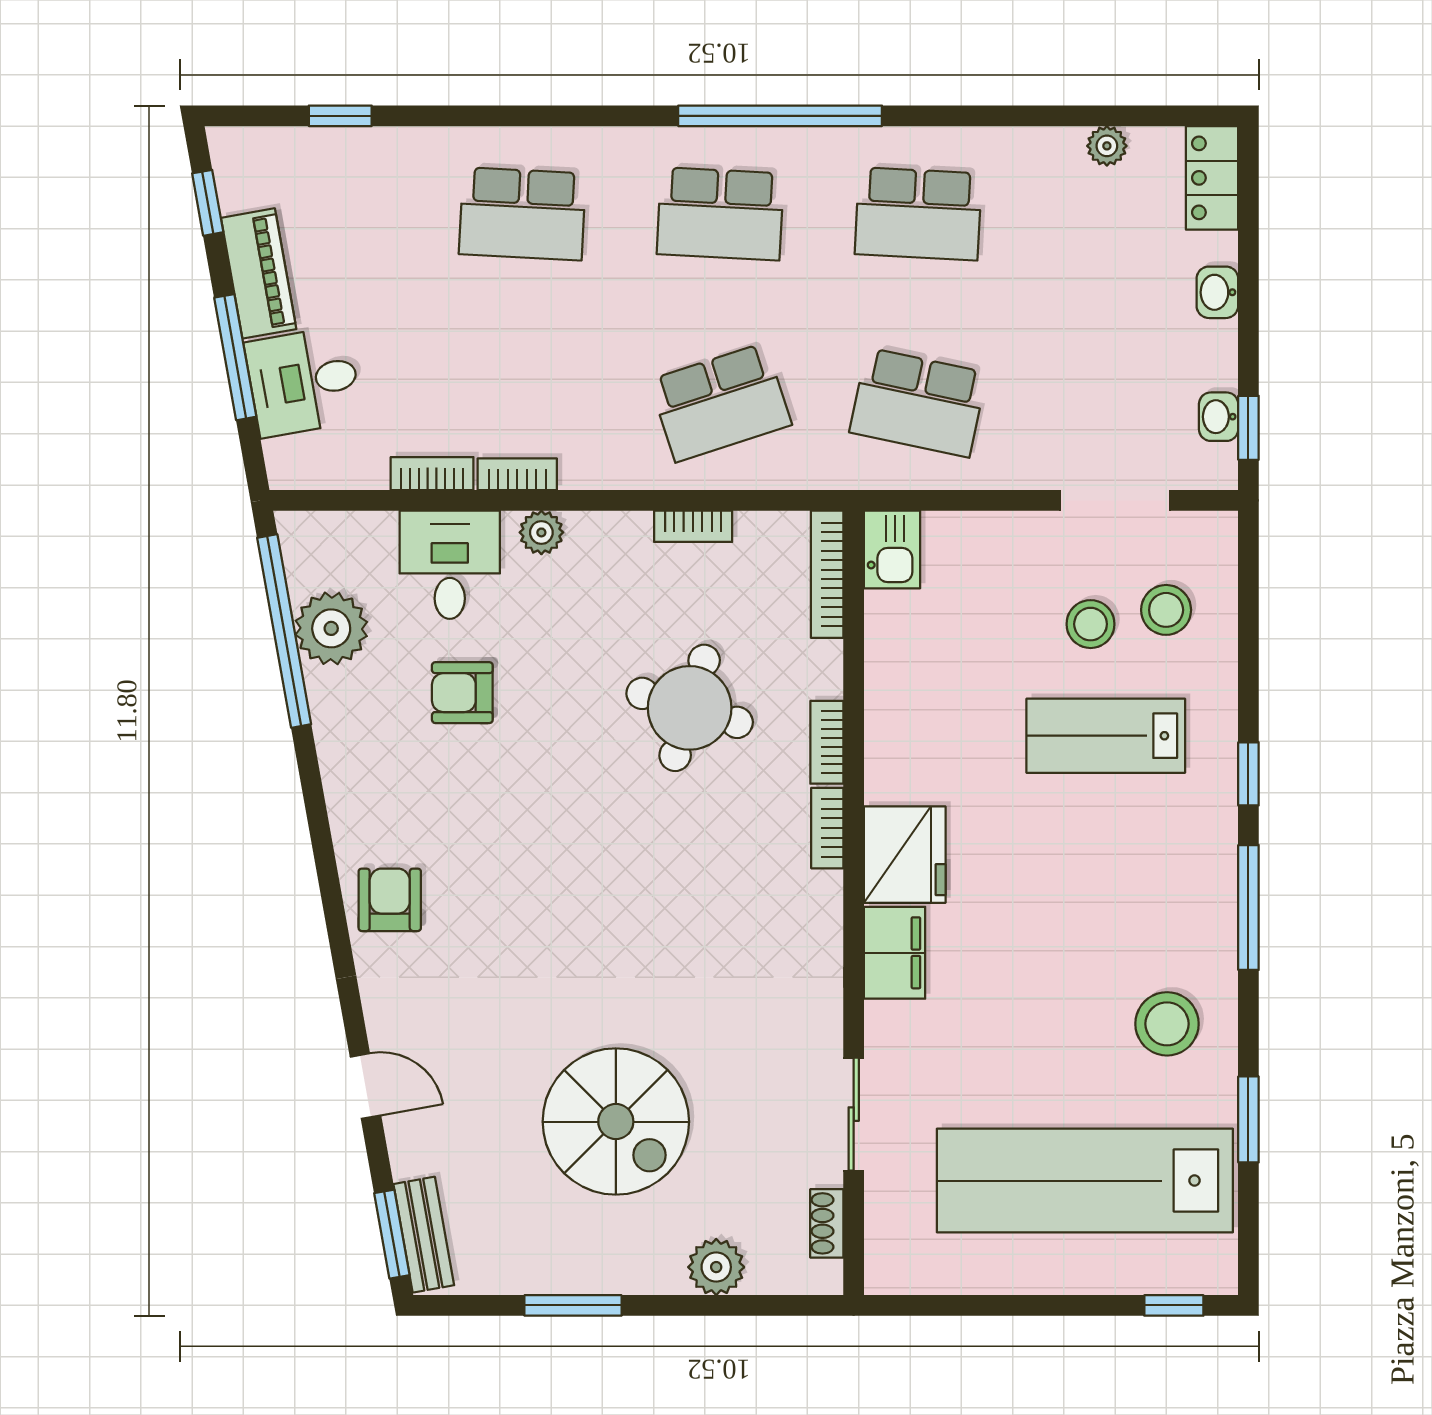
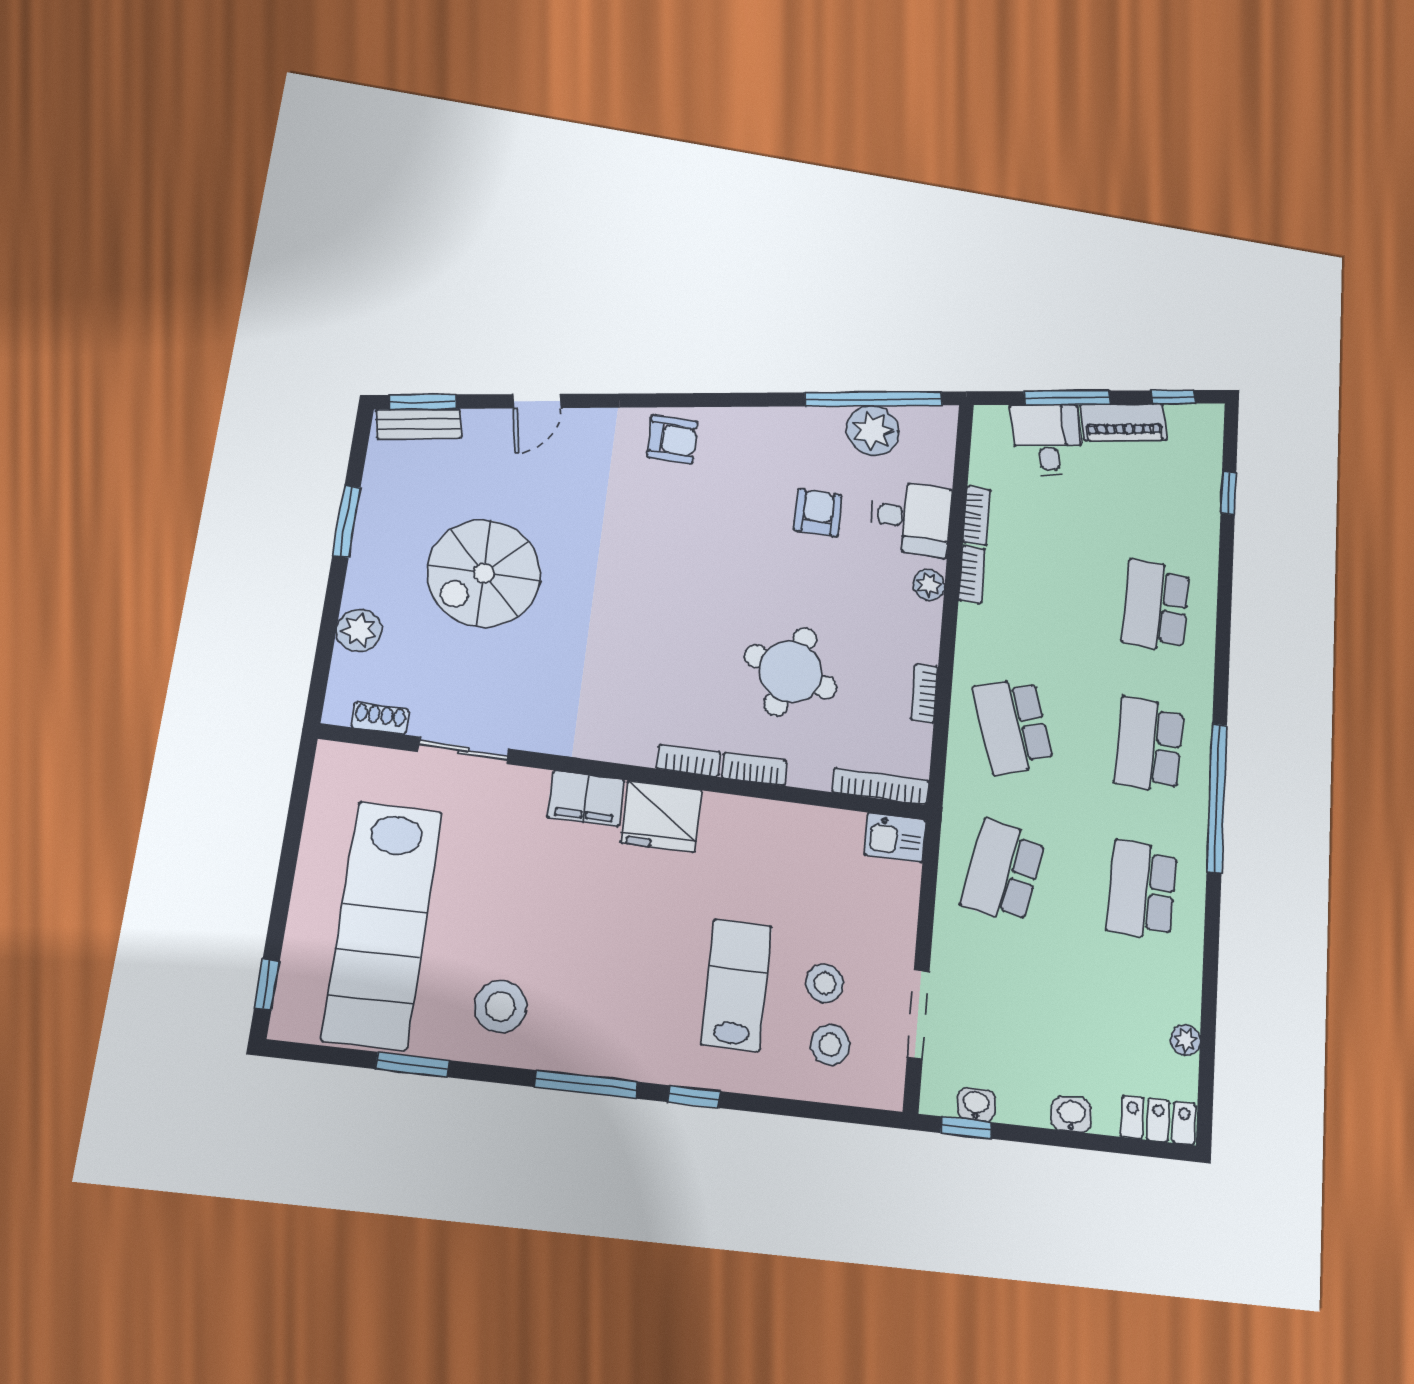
lab bench: (1085, 1181) -> (382, 925), turned 180

